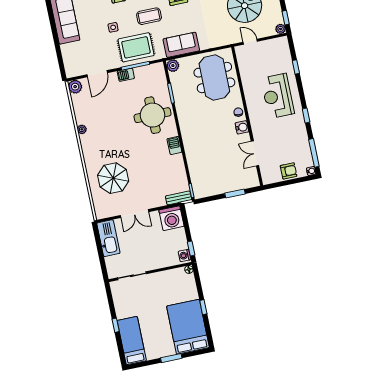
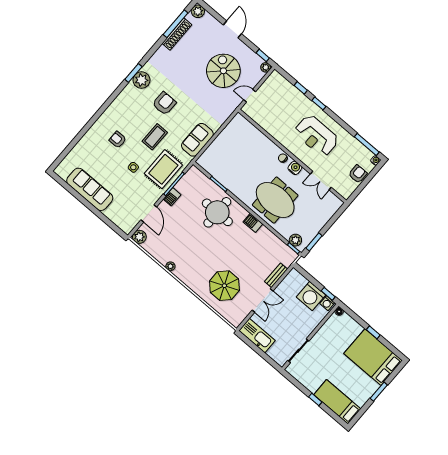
plant: (173, 66) -> (295, 240), moved
meeting table: (214, 78) -> (275, 200), moved
reception desk: (278, 96) -> (316, 136), moved
window: (306, 115) -> (319, 103), moved
window: (235, 193) -> (314, 242), moved
bench: (179, 198) -> (276, 275), moved
washing machine: (171, 218) -> (311, 296), moved, turned 90

